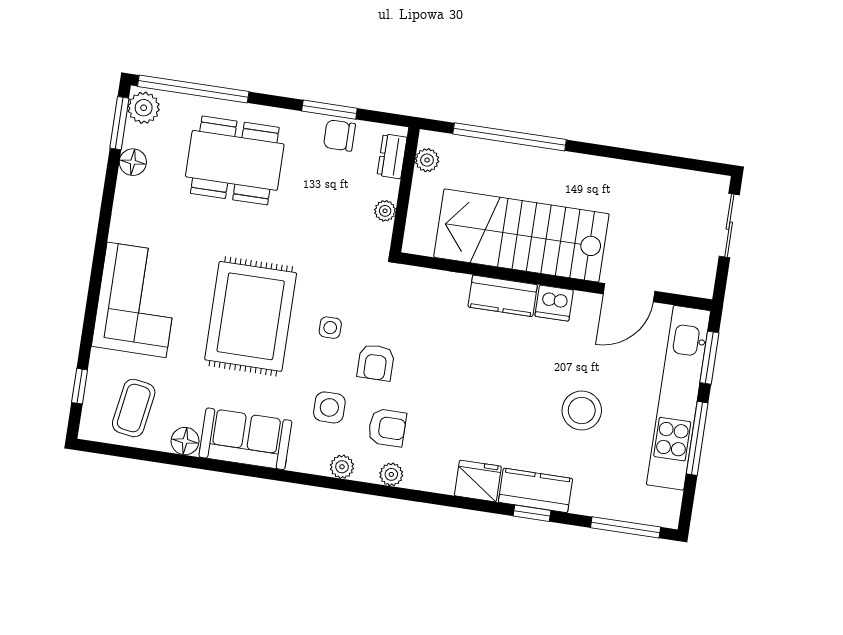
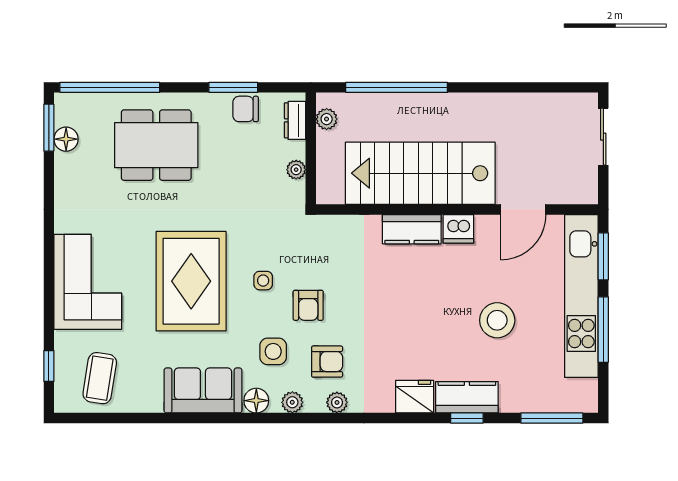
plant: (144, 108) -> (68, 111), removed
floor lamp: (133, 162) -> (66, 139), moved
floor lamp: (185, 441) -> (256, 401), moved

